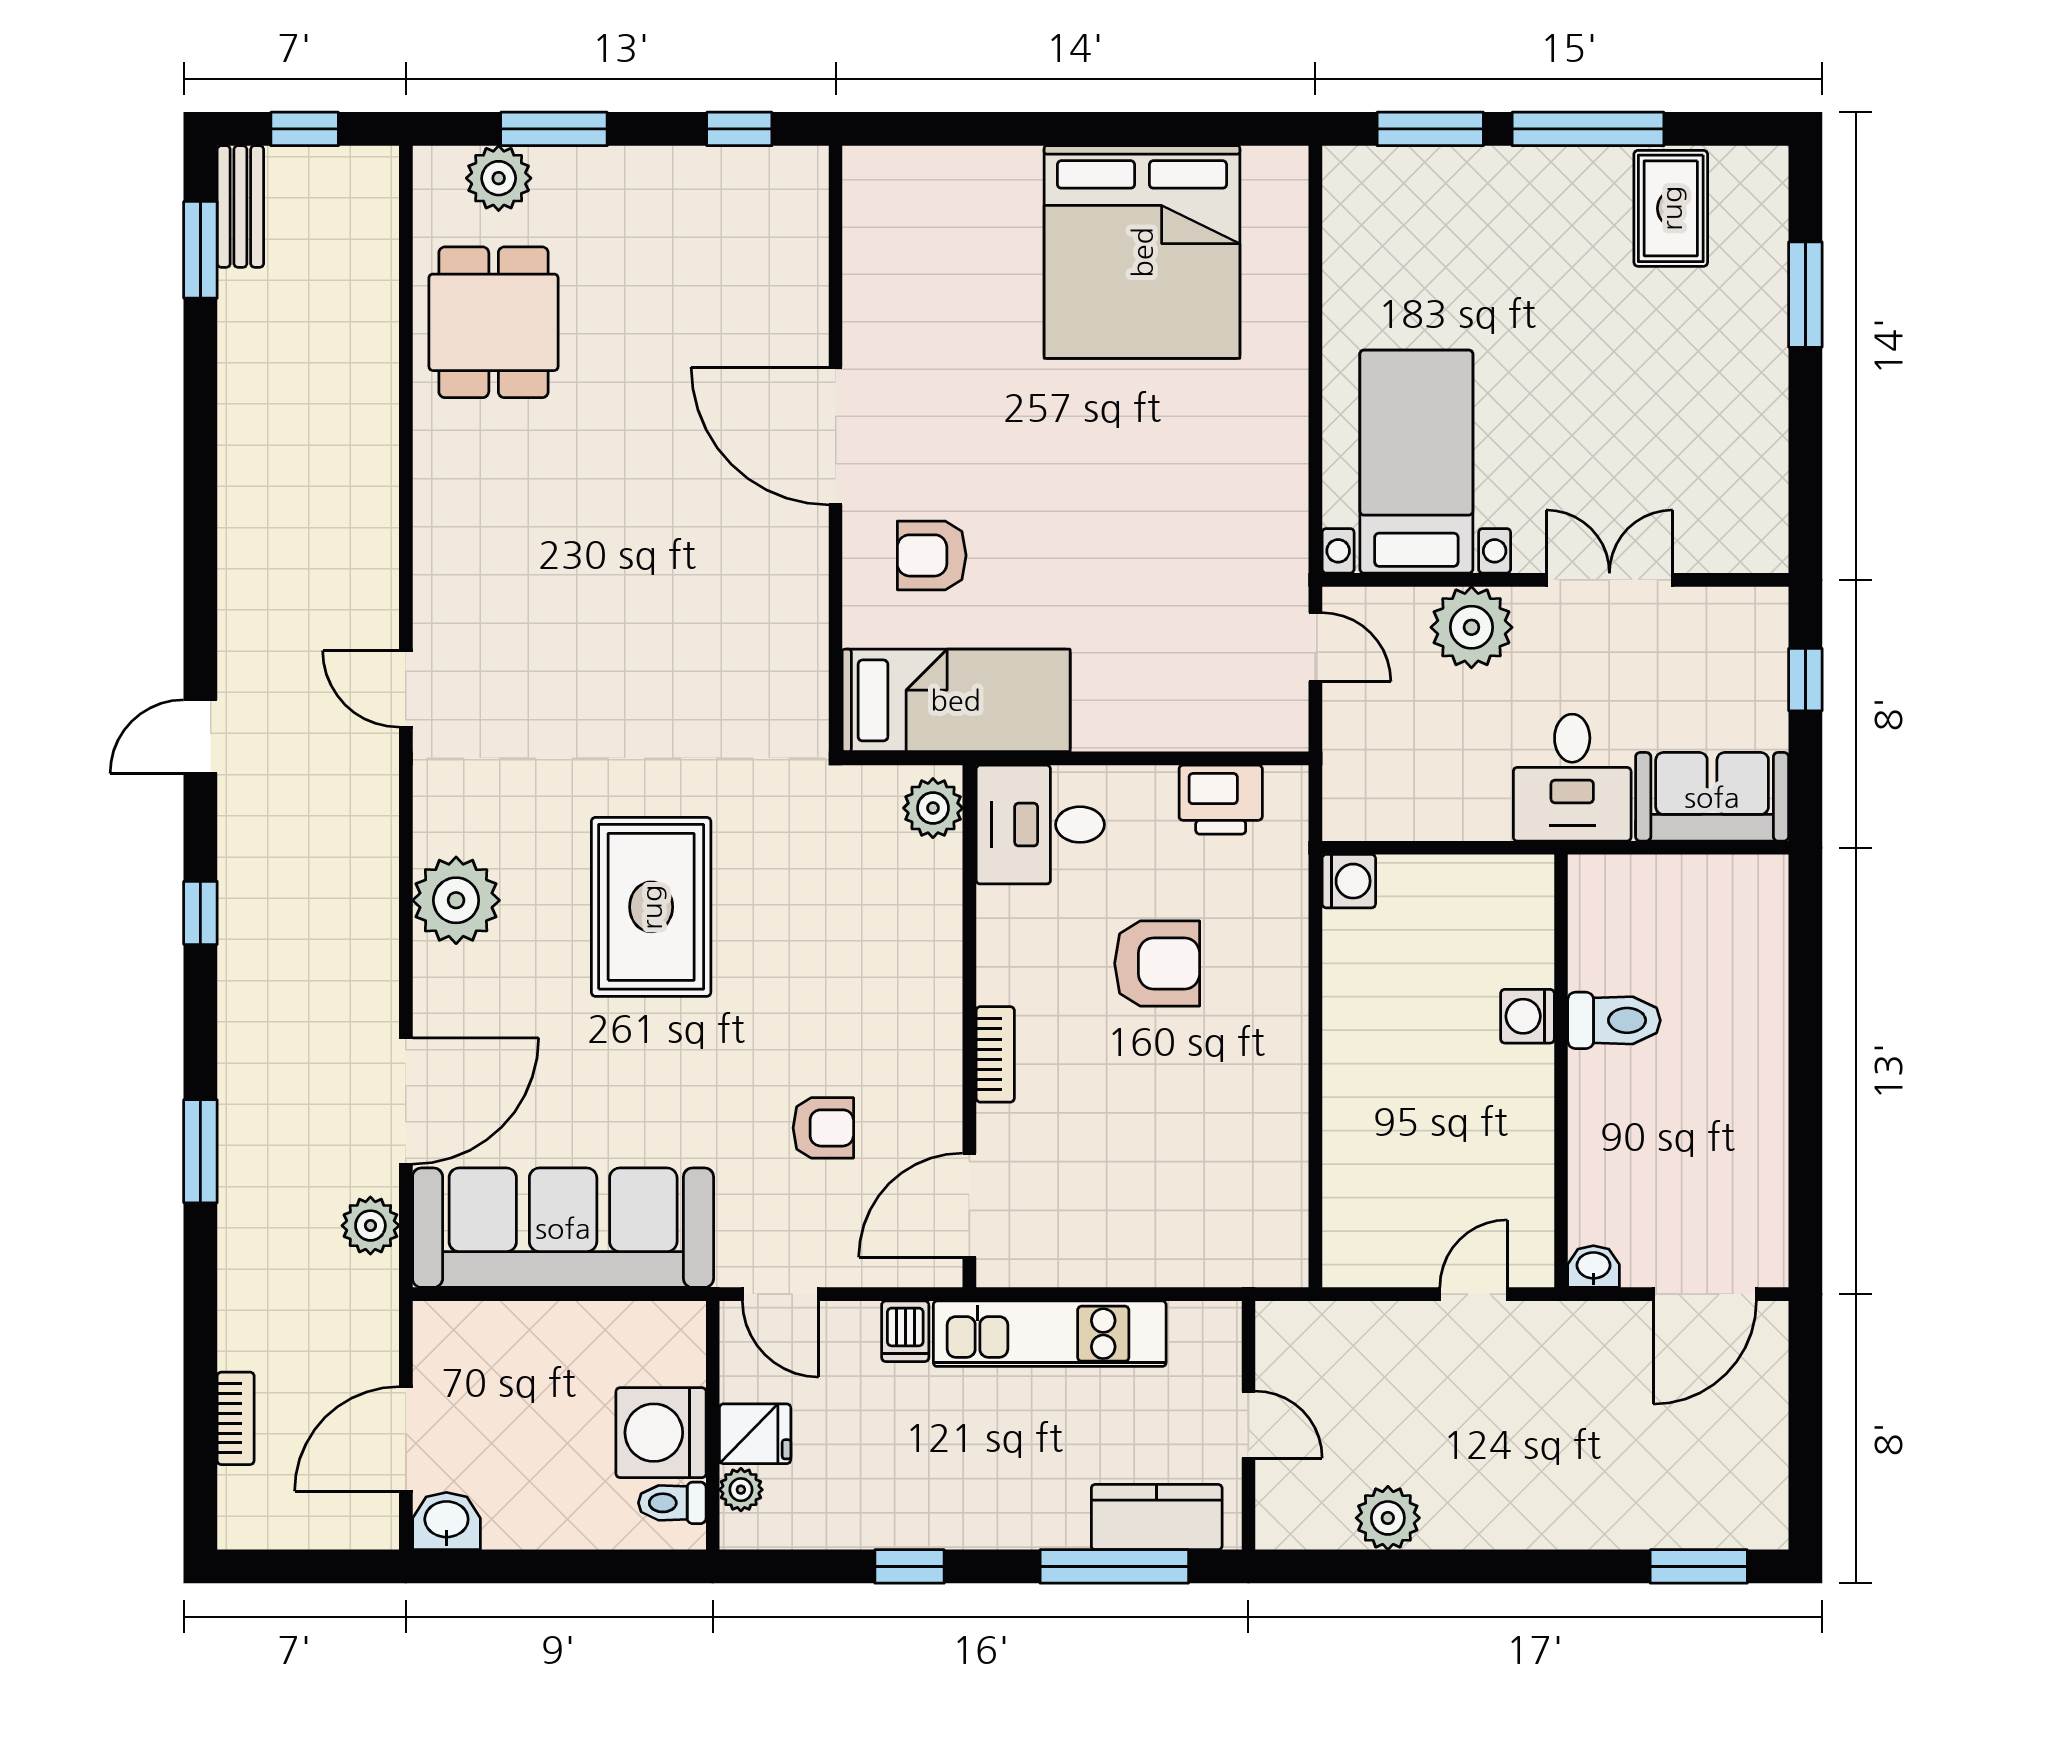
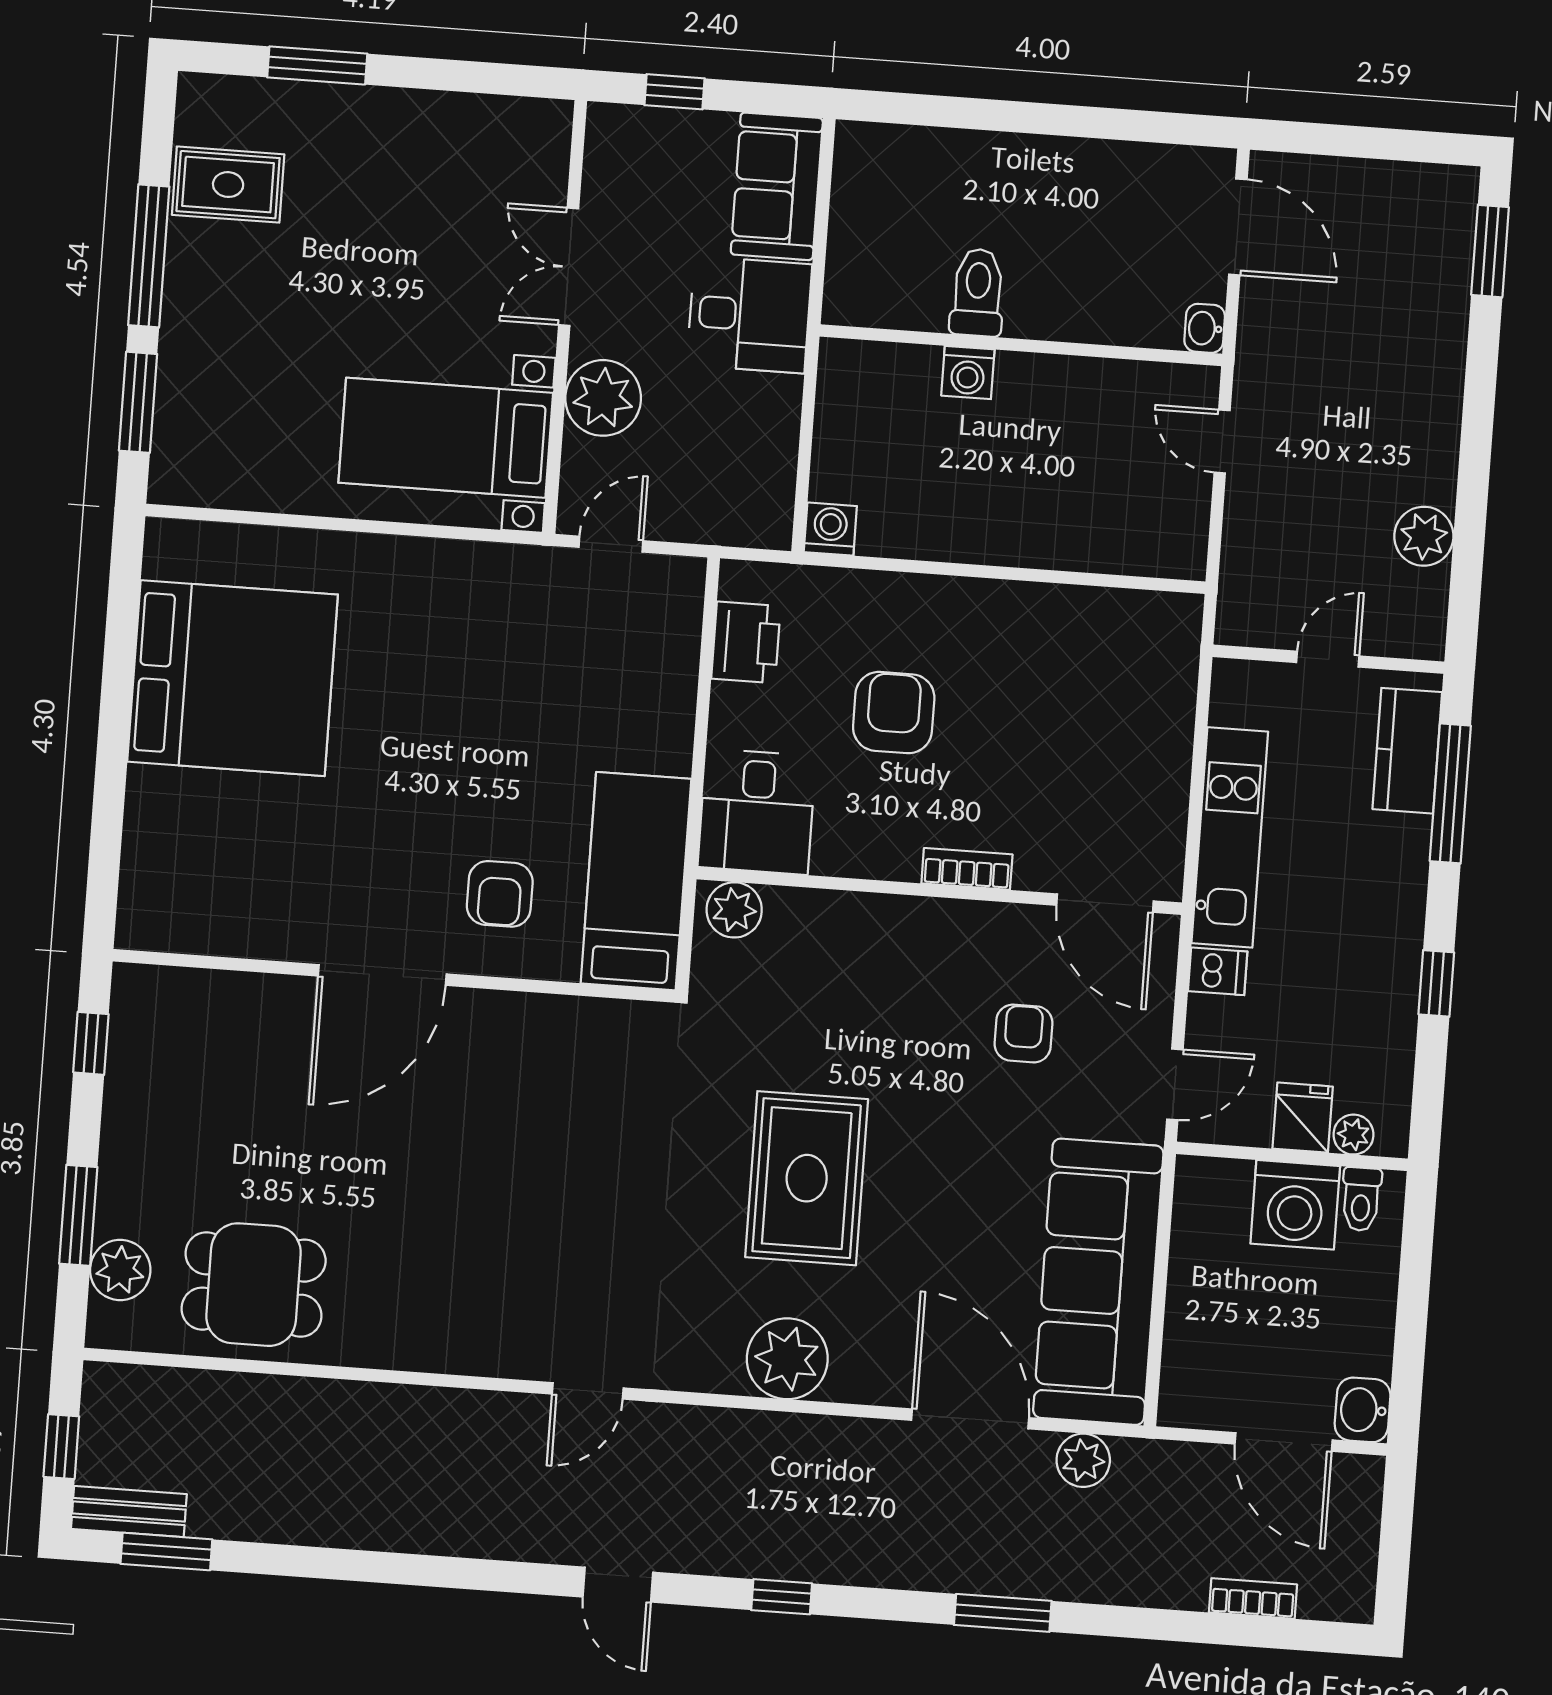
rug: (651, 907) -> (807, 1178), turned 90

